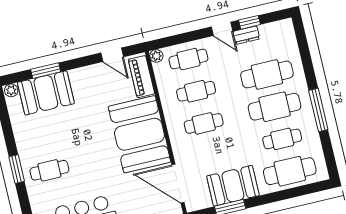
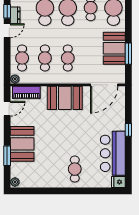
booth: (46, 93) -> (22, 144), moved
booth: (139, 134) -> (65, 98), width x0.73, depth x0.70
window: (17, 169) -> (69, 191), removed

